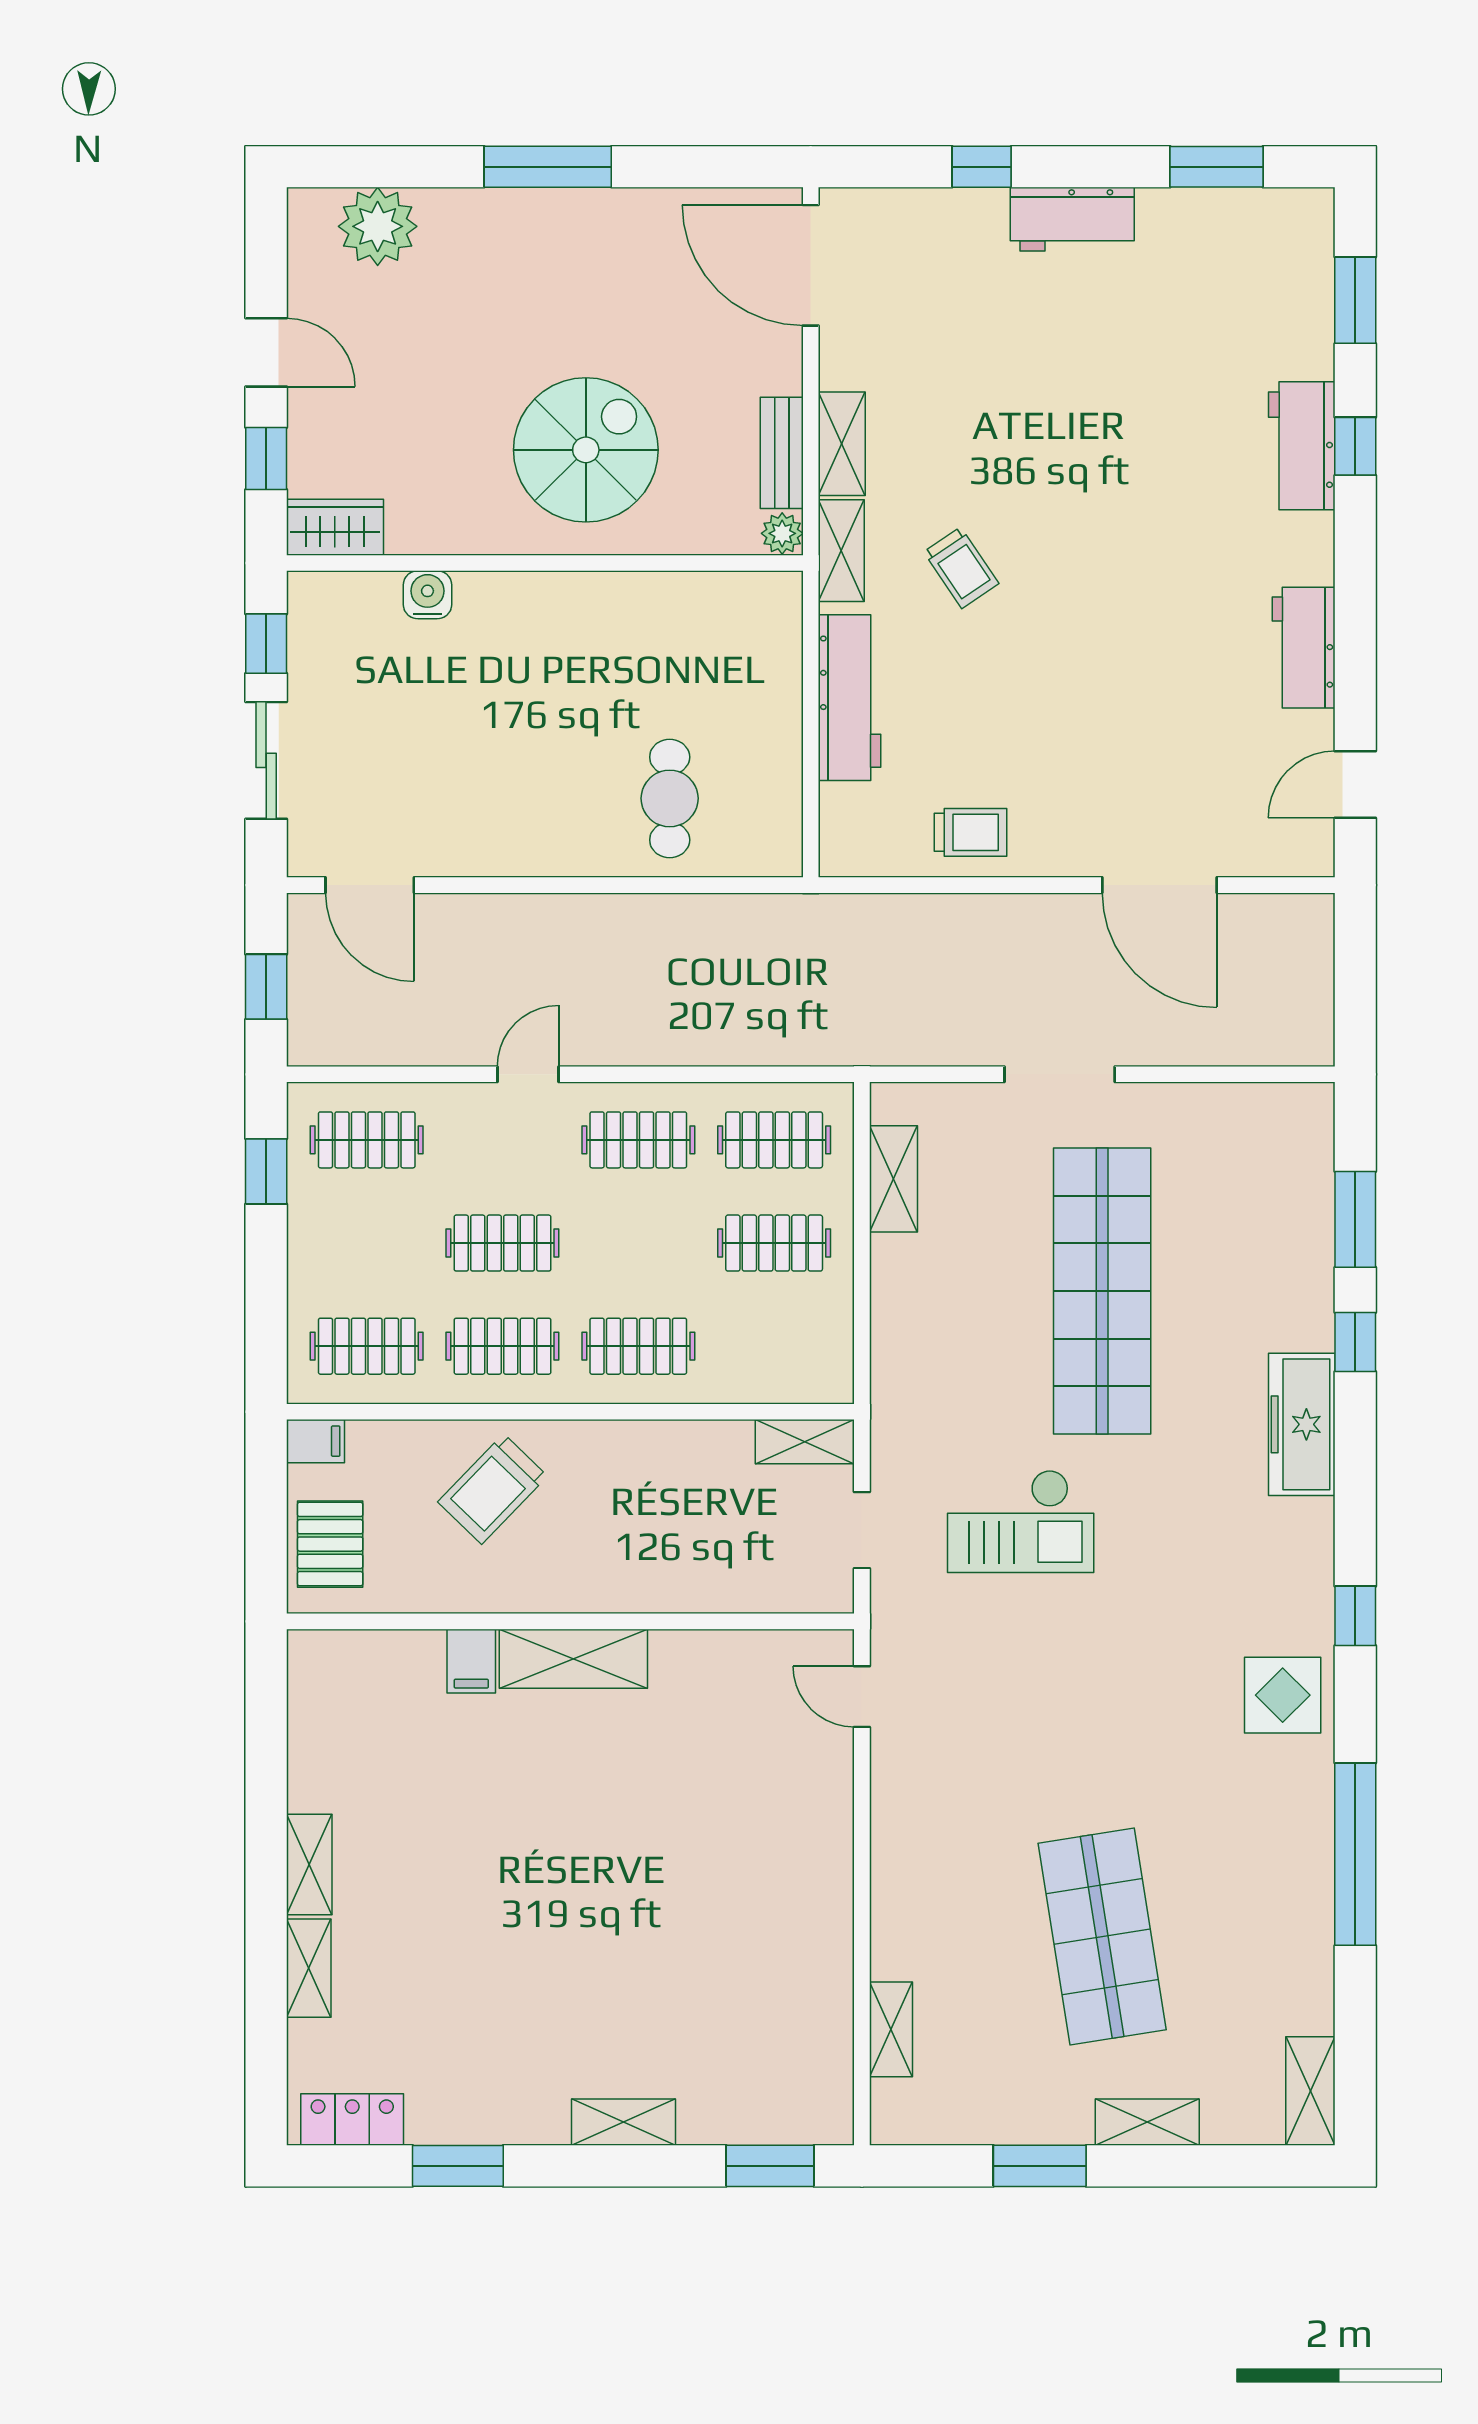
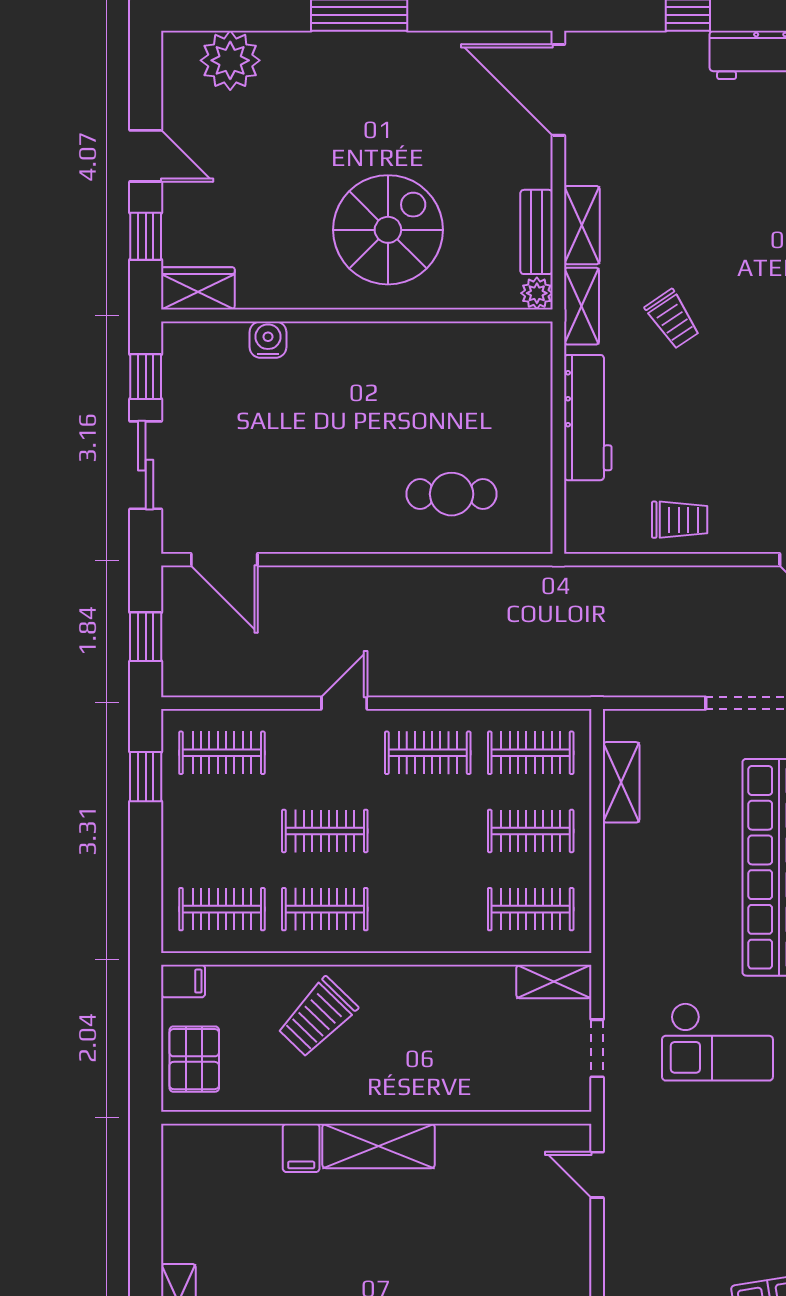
cafe table: (670, 798) -> (452, 494), turned 90
clothes rail: (638, 1346) -> (531, 909), moved

